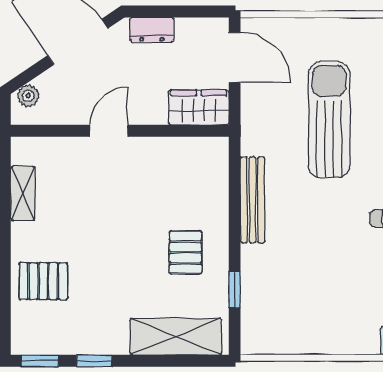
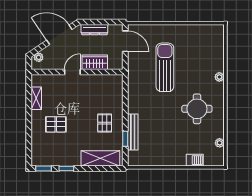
dresser: (152, 30) -> (94, 30), width x1.44
wardrobe: (199, 107) -> (95, 62), moved
bench: (253, 200) -> (133, 132), moved
pallet: (43, 281) -> (56, 124), moved

